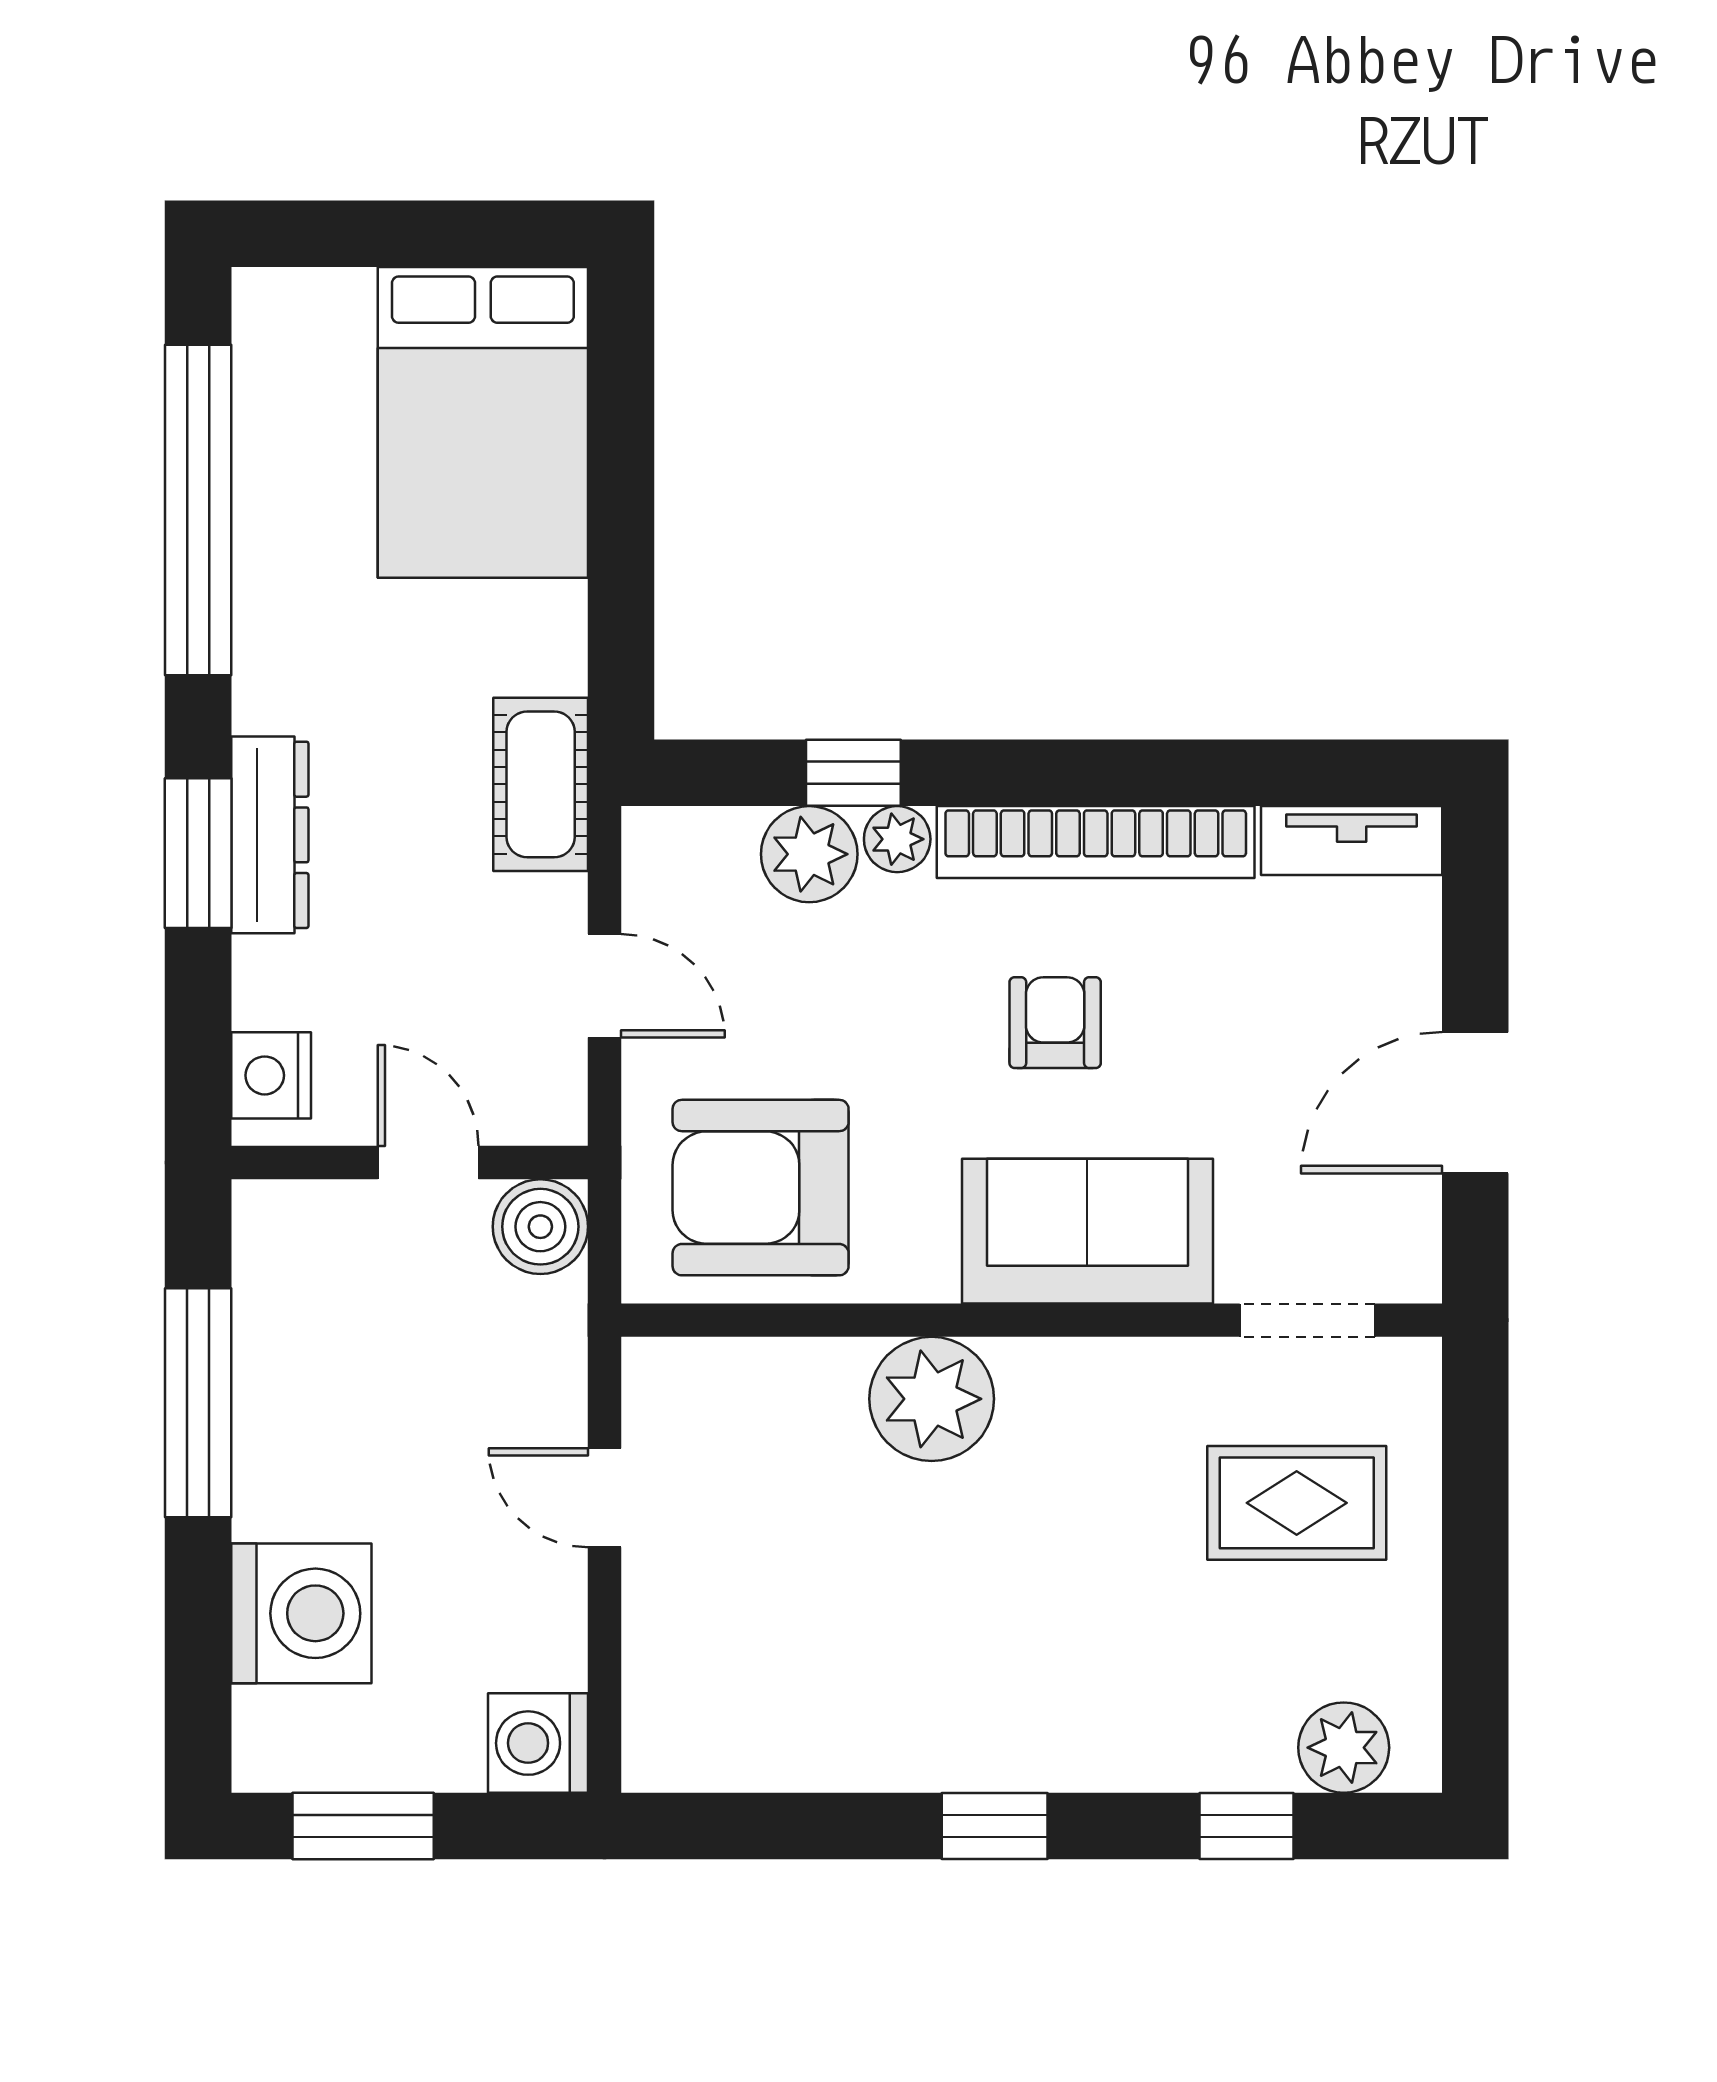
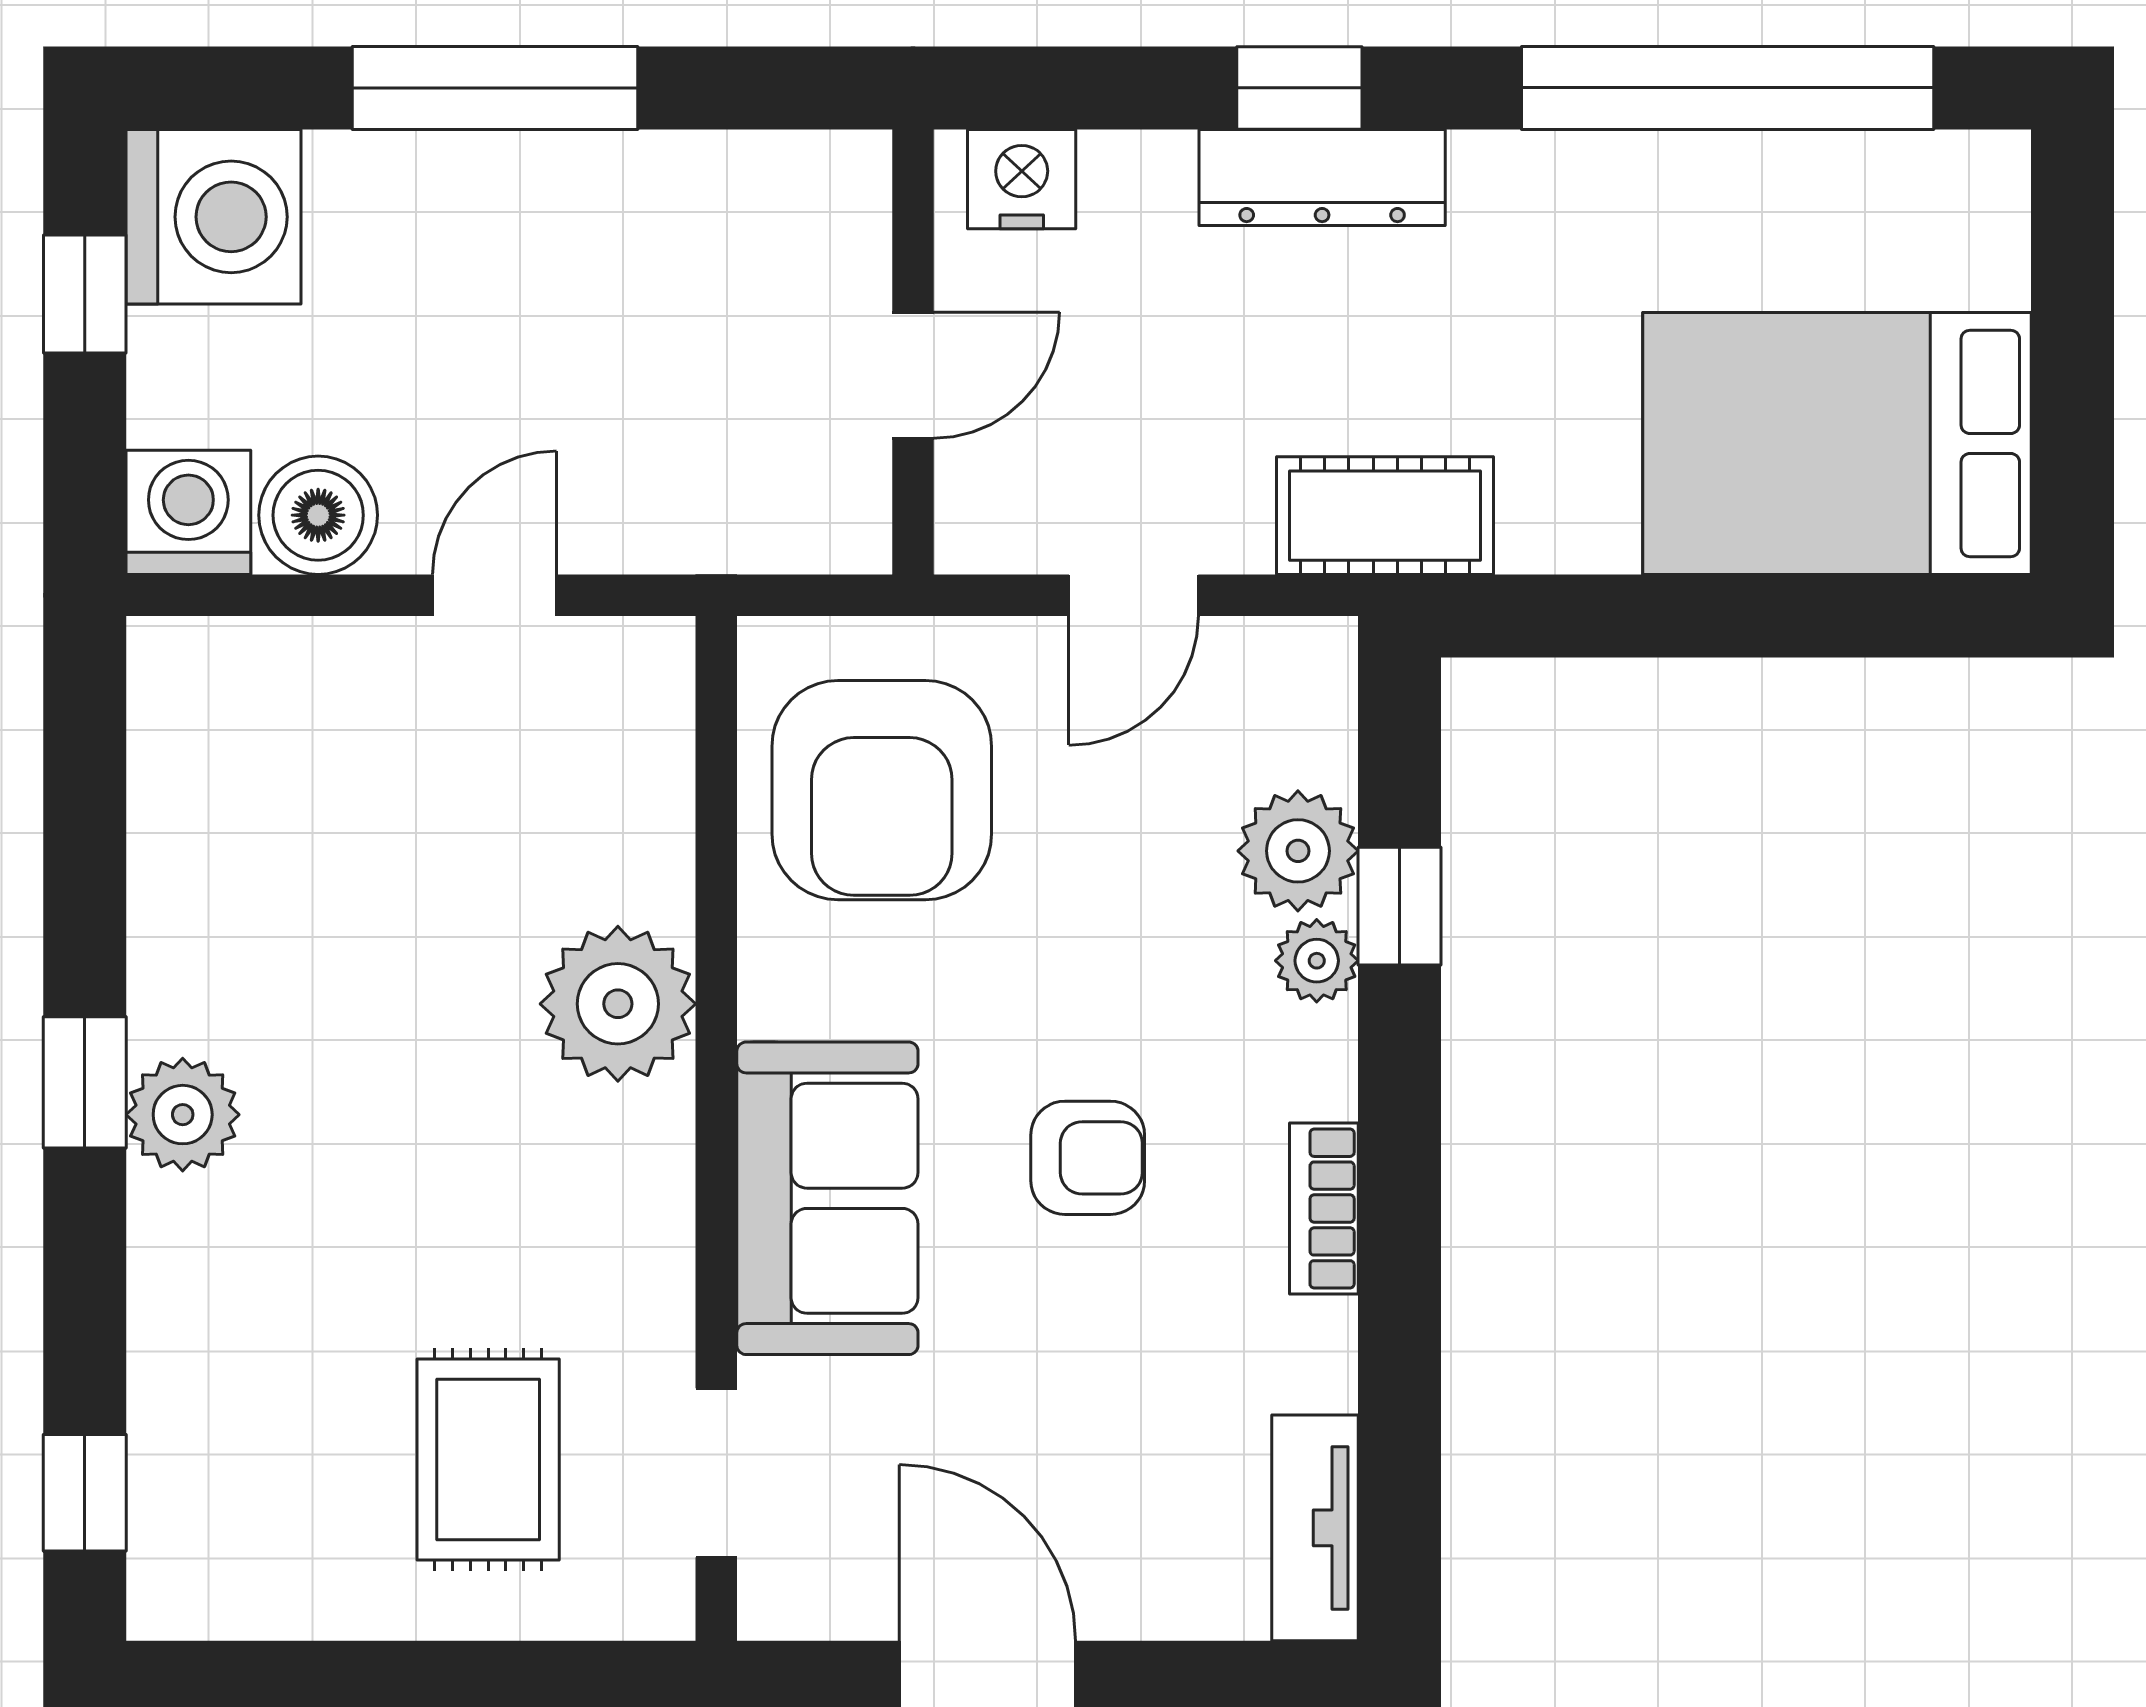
bookcase: (1096, 842) -> (1324, 1209), width x0.43, depth x0.76
window: (198, 853) -> (1299, 88), width x0.67
armchair: (761, 1188) -> (882, 790), turned 180
boiler: (540, 1227) -> (318, 515), moved
window: (198, 1403) -> (495, 88), moved
washing machine: (301, 1613) -> (214, 217), moved, turned -90
plant: (1344, 1748) -> (183, 1115), moved
window: (363, 1826) -> (85, 294), width x0.67
window: (1246, 1826) -> (85, 1493), moved

